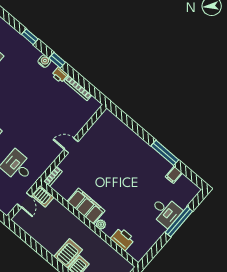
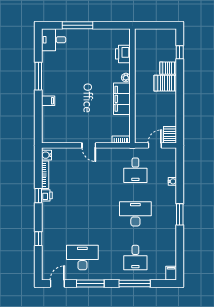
window: (57, 60) -> (38, 196), moved
water cooler: (44, 61) -> (46, 155), moved
filing cabinet: (174, 175) -> (48, 101), moved
server rack: (43, 196) -> (170, 135), moved
desk: (166, 211) -> (54, 40), moved, turned -90

